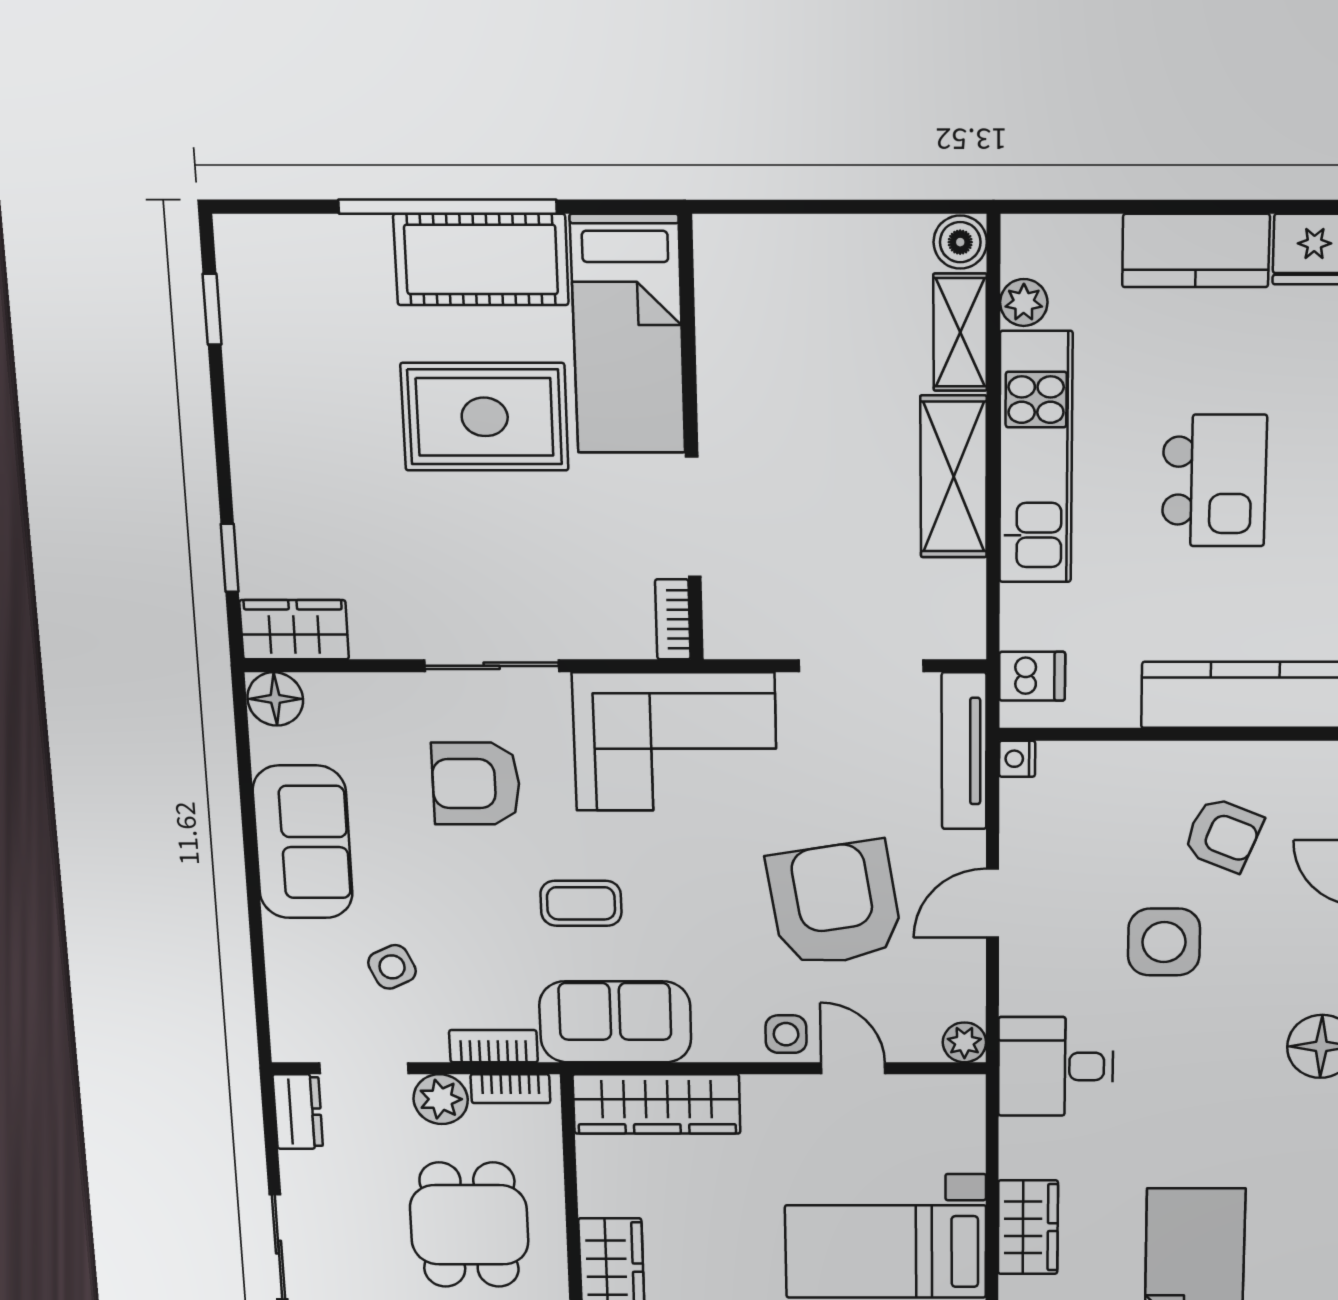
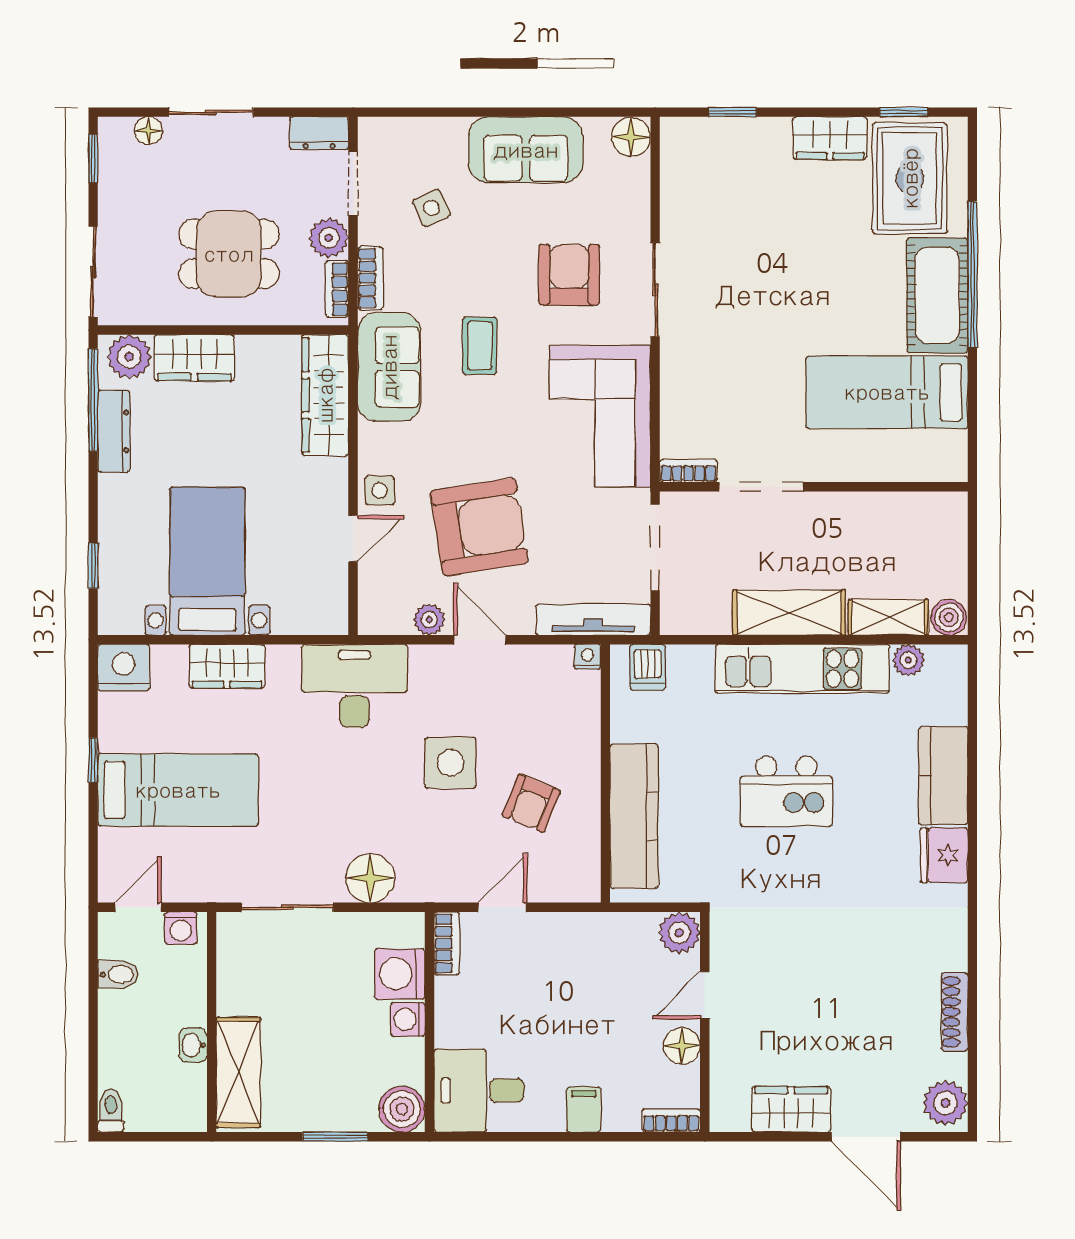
rug: (485, 417) -> (910, 178), moved
wall: (691, 441) -> (814, 487), moved
doorway: (693, 517) -> (761, 487), moved
bookcase: (673, 619) -> (688, 471), moved
wardrobe: (294, 630) -> (830, 138), moved, turned 90
plant: (964, 1042) -> (429, 620), moved
desk: (1056, 1066) -> (354, 686), width x1.37

